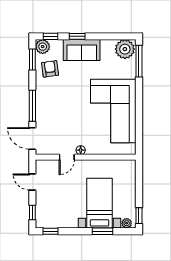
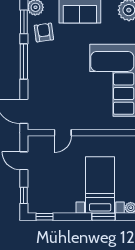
window: (32, 106) -> (24, 62), moved
floor lamp: (81, 150) -> (79, 125), removed

